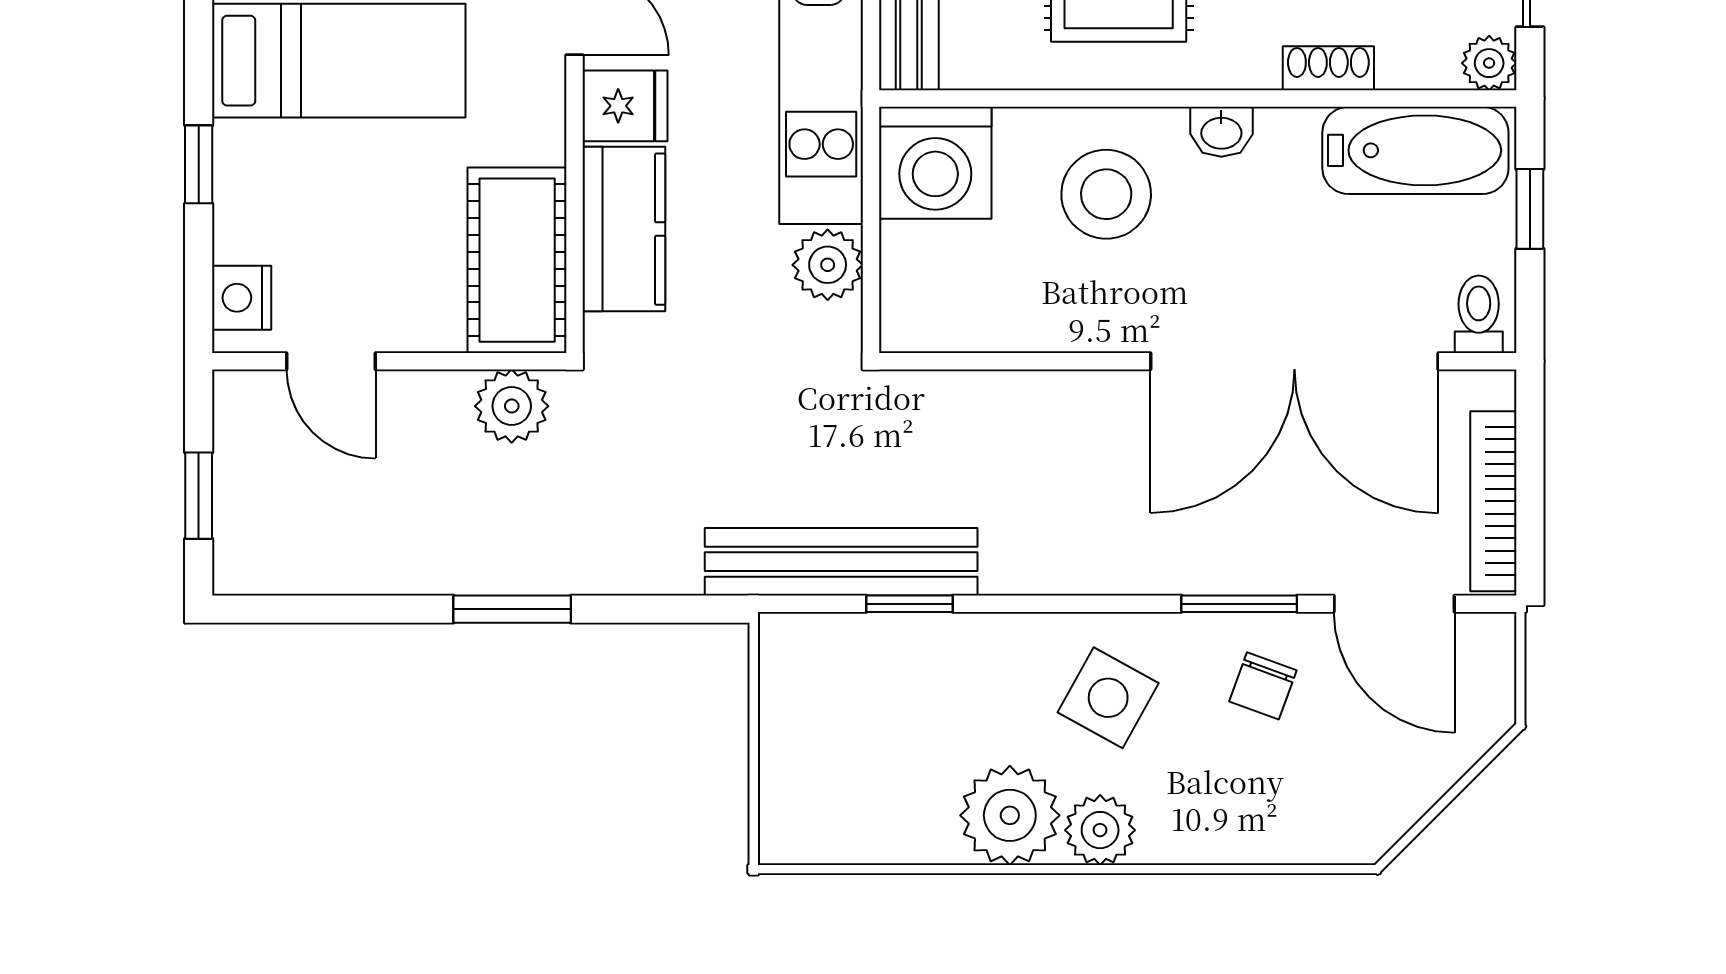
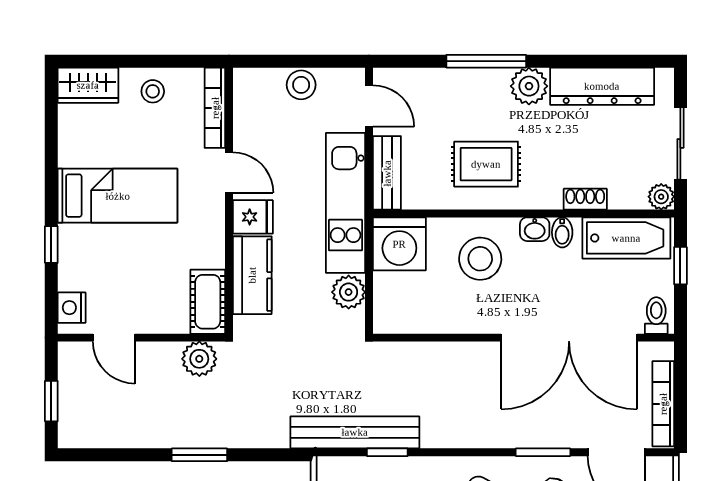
bidet: (1280, 138) -> (562, 232), added
cot: (517, 260) -> (208, 302), width x0.73, depth x0.75

